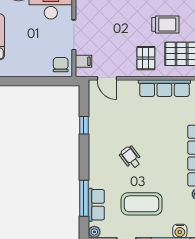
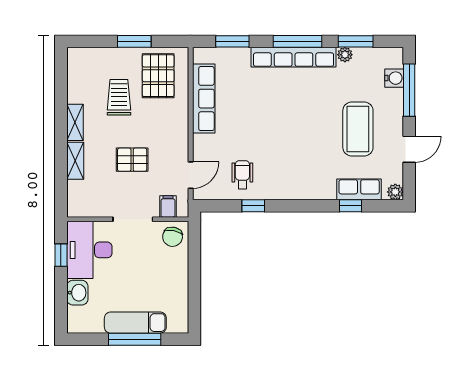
pallet: (146, 58) -> (132, 160), moved
chair: (61, 65) -> (173, 237), turned -79
wheelchair: (131, 157) -> (242, 175), moved, turned 127
window: (84, 198) -> (350, 206), width x0.46

